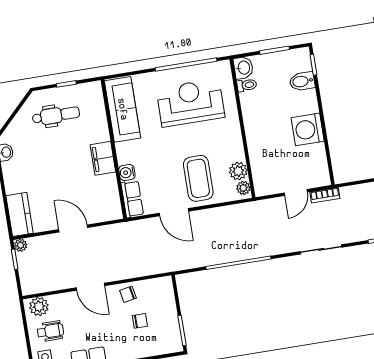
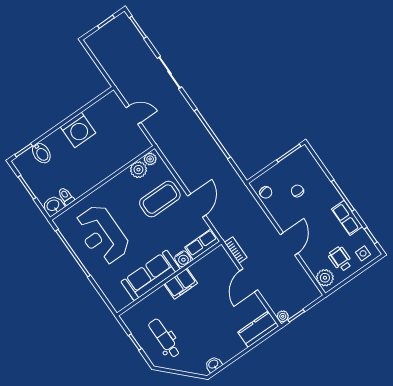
sofa: (122, 109) -> (150, 275), moved
bookcase: (325, 195) -> (236, 250), moved
chair: (128, 294) -> (266, 192), moved

